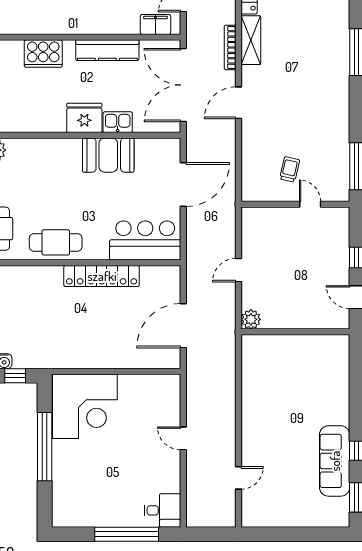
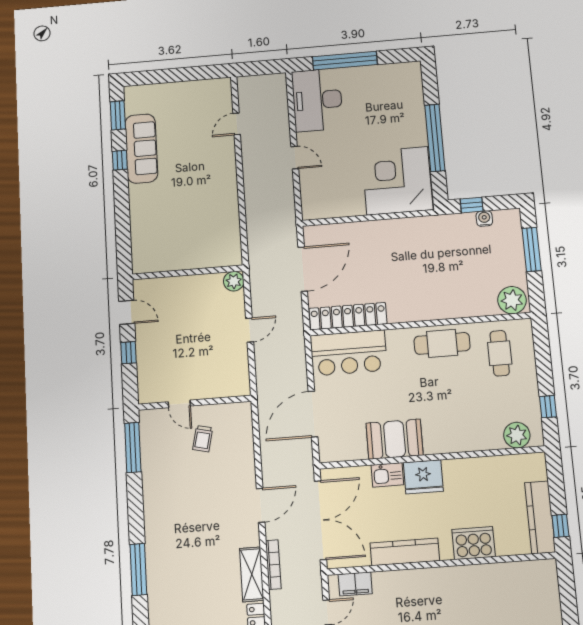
locker: (102, 276) -> (348, 316), moved
desk: (163, 510) -> (317, 100), width x1.87, depth x1.30

